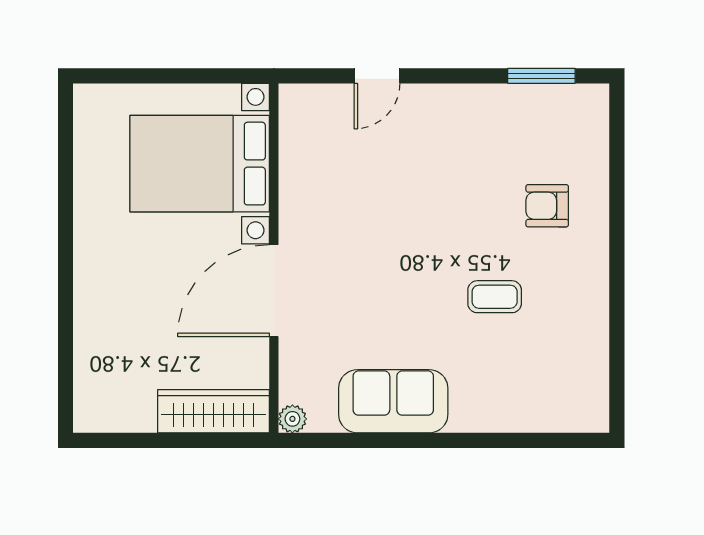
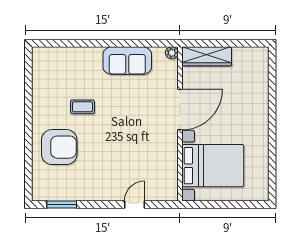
armchair: (547, 206) -> (59, 147), width x1.88, depth x1.88

